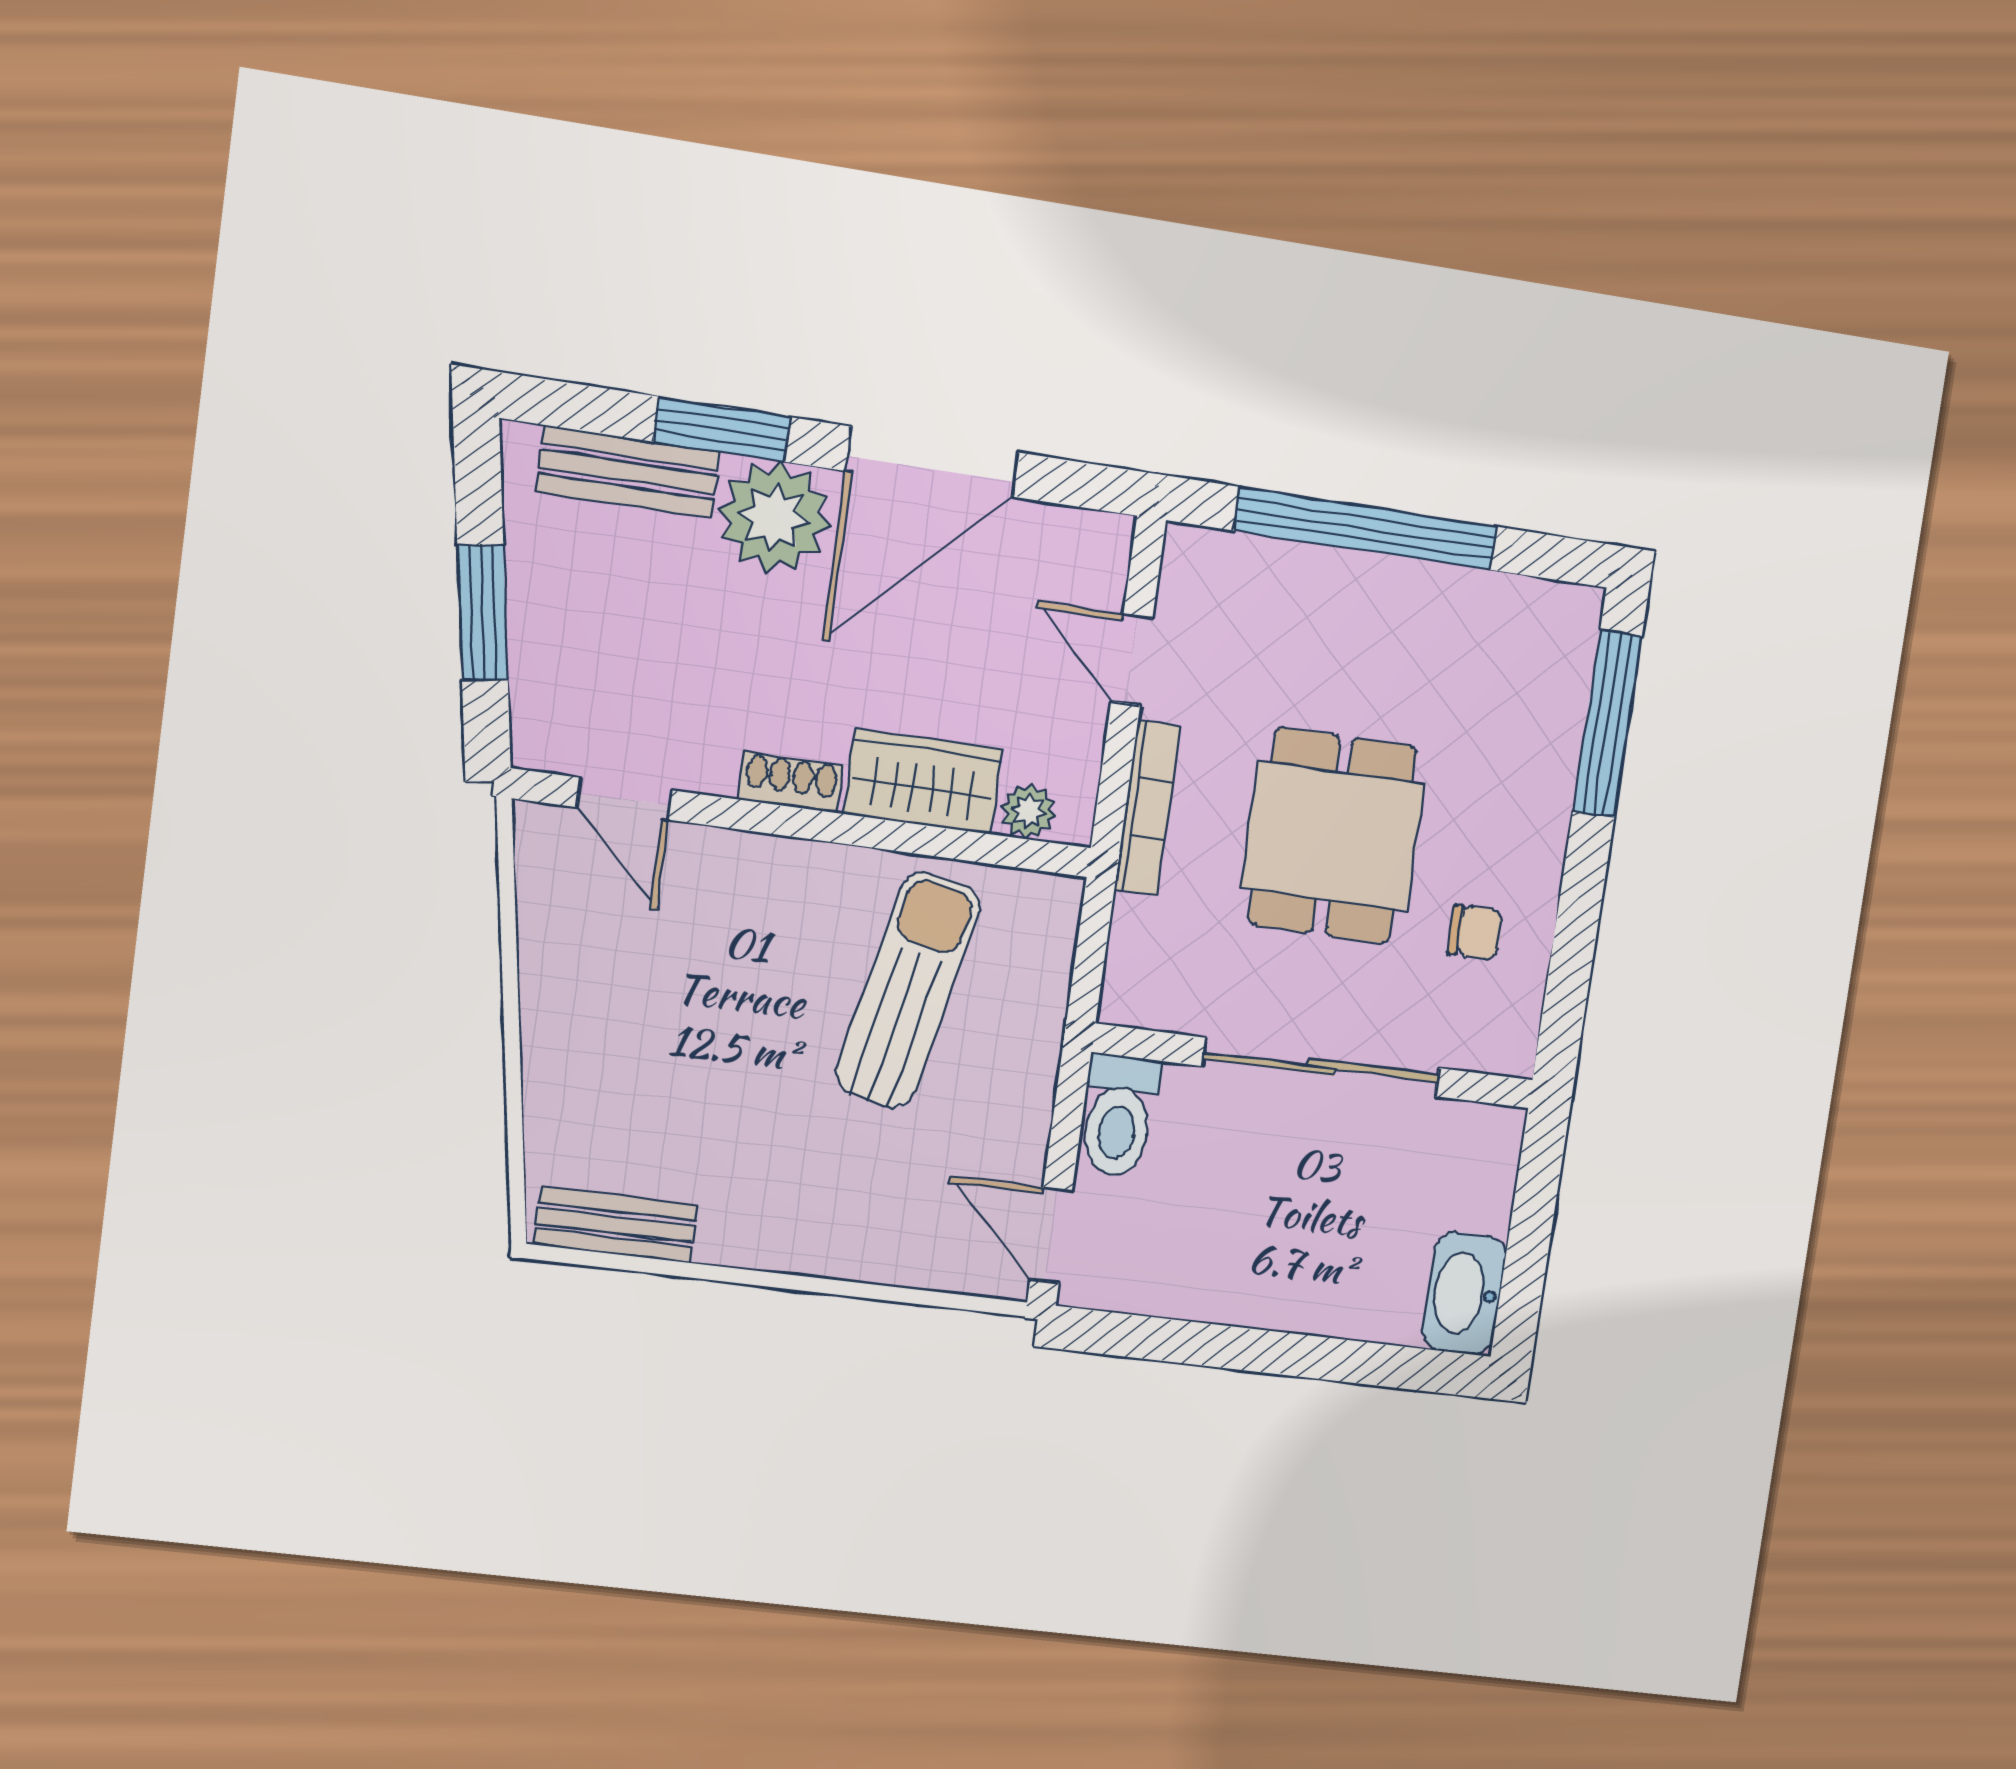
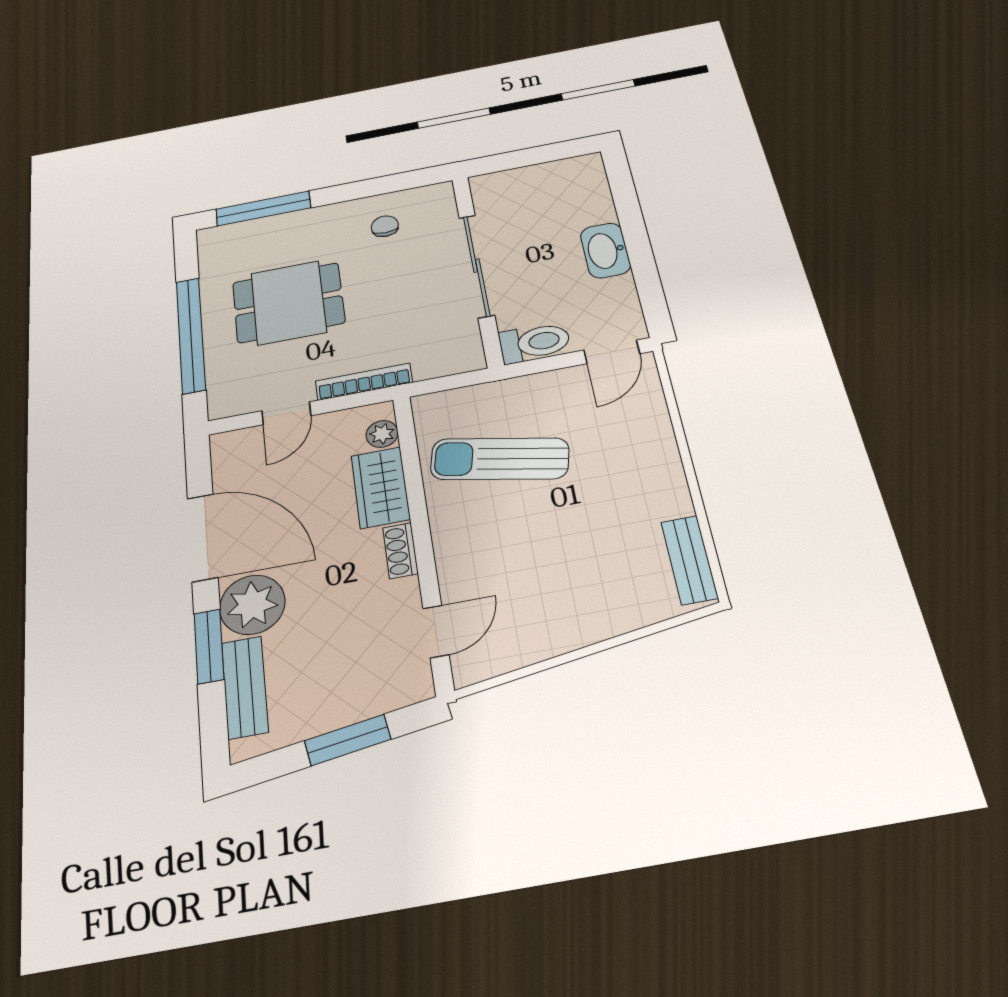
dining table: (1333, 836) -> (288, 303), moved
washbasin: (1464, 1293) -> (605, 250), moved, turned 90

